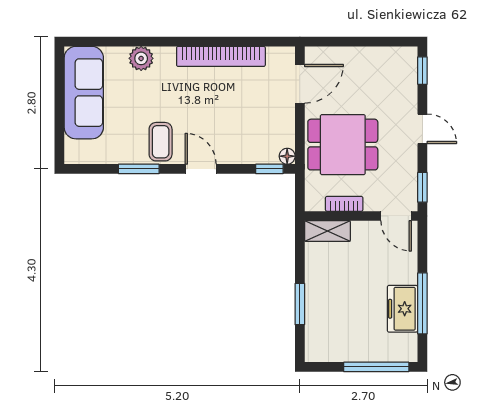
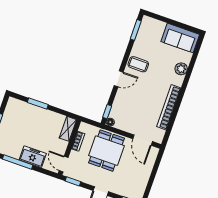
sofa: (84, 93) -> (180, 38), width x0.73
window: (139, 169) -> (136, 30), moved
door: (396, 216) -> (64, 164), hinge flipped
freezer: (403, 309) -> (33, 157), moved

